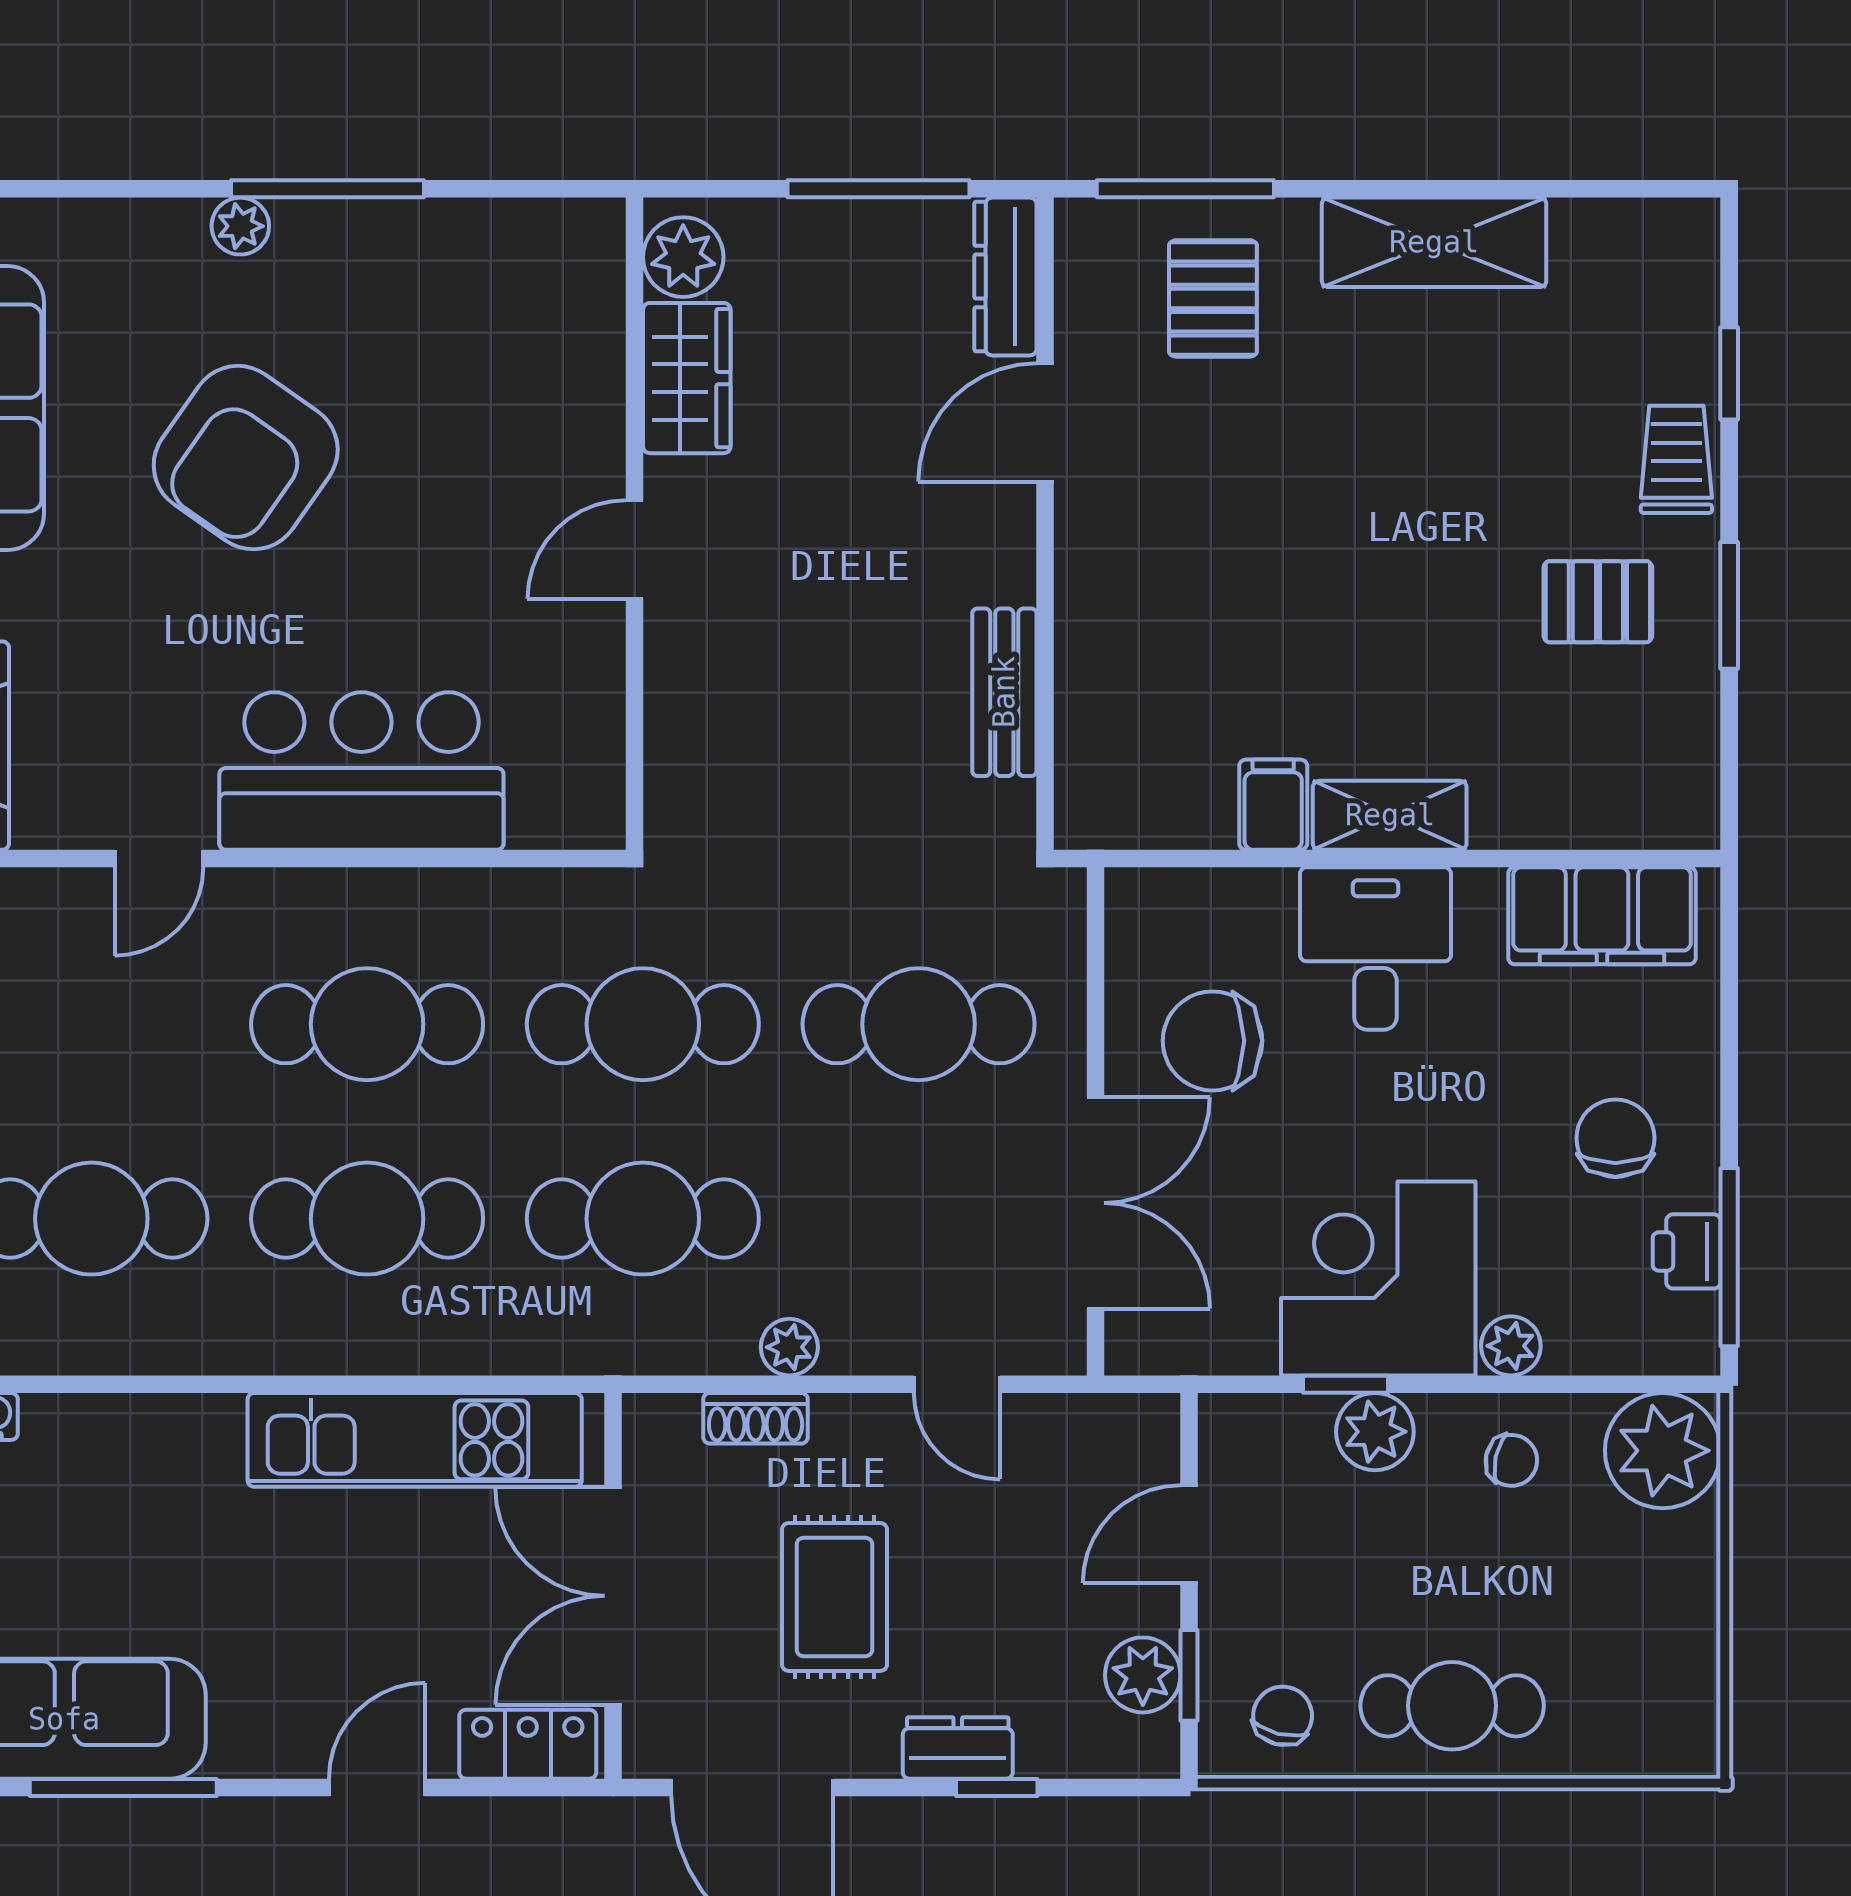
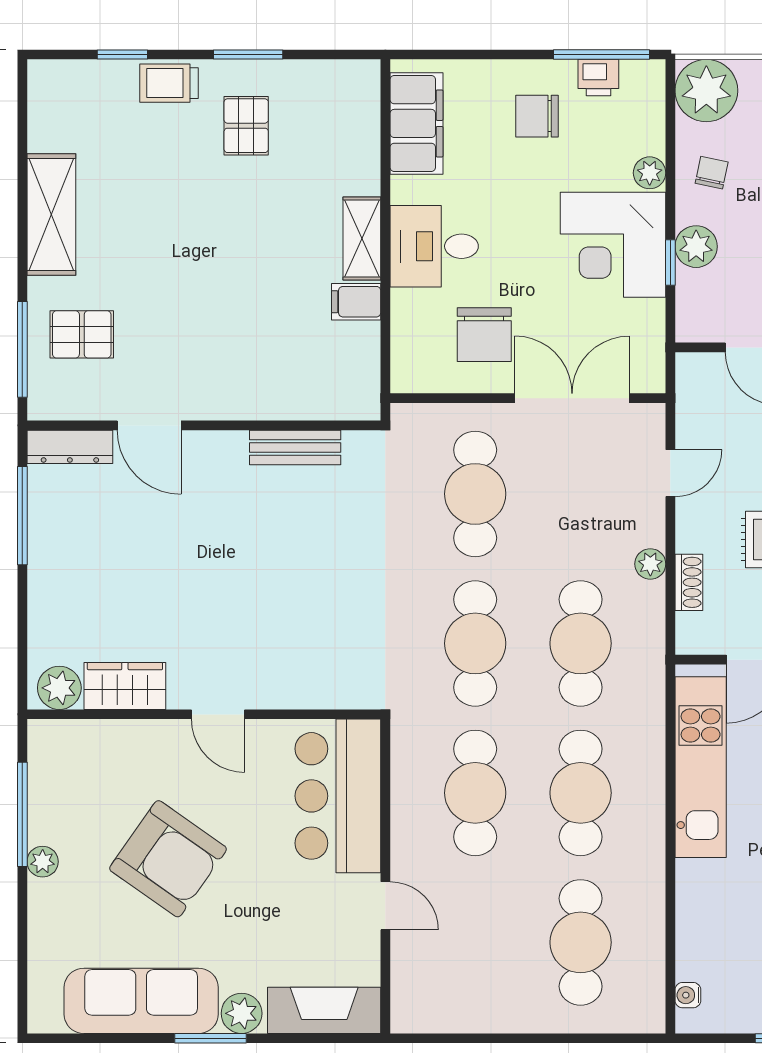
plant: (683, 257) -> (59, 688), moved
wardrobe: (687, 378) -> (125, 686), moved
wall: (635, 524) -> (204, 714), moved
door: (635, 550) -> (218, 714), moved

